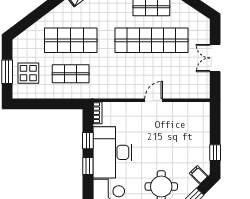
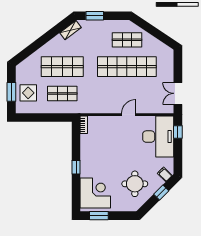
double door: (215, 58) -> (178, 93), moved
window: (88, 141) -> (76, 147), removed
desk: (112, 152) -> (158, 137), moved, turned 180
window: (215, 153) -> (178, 132), moved

